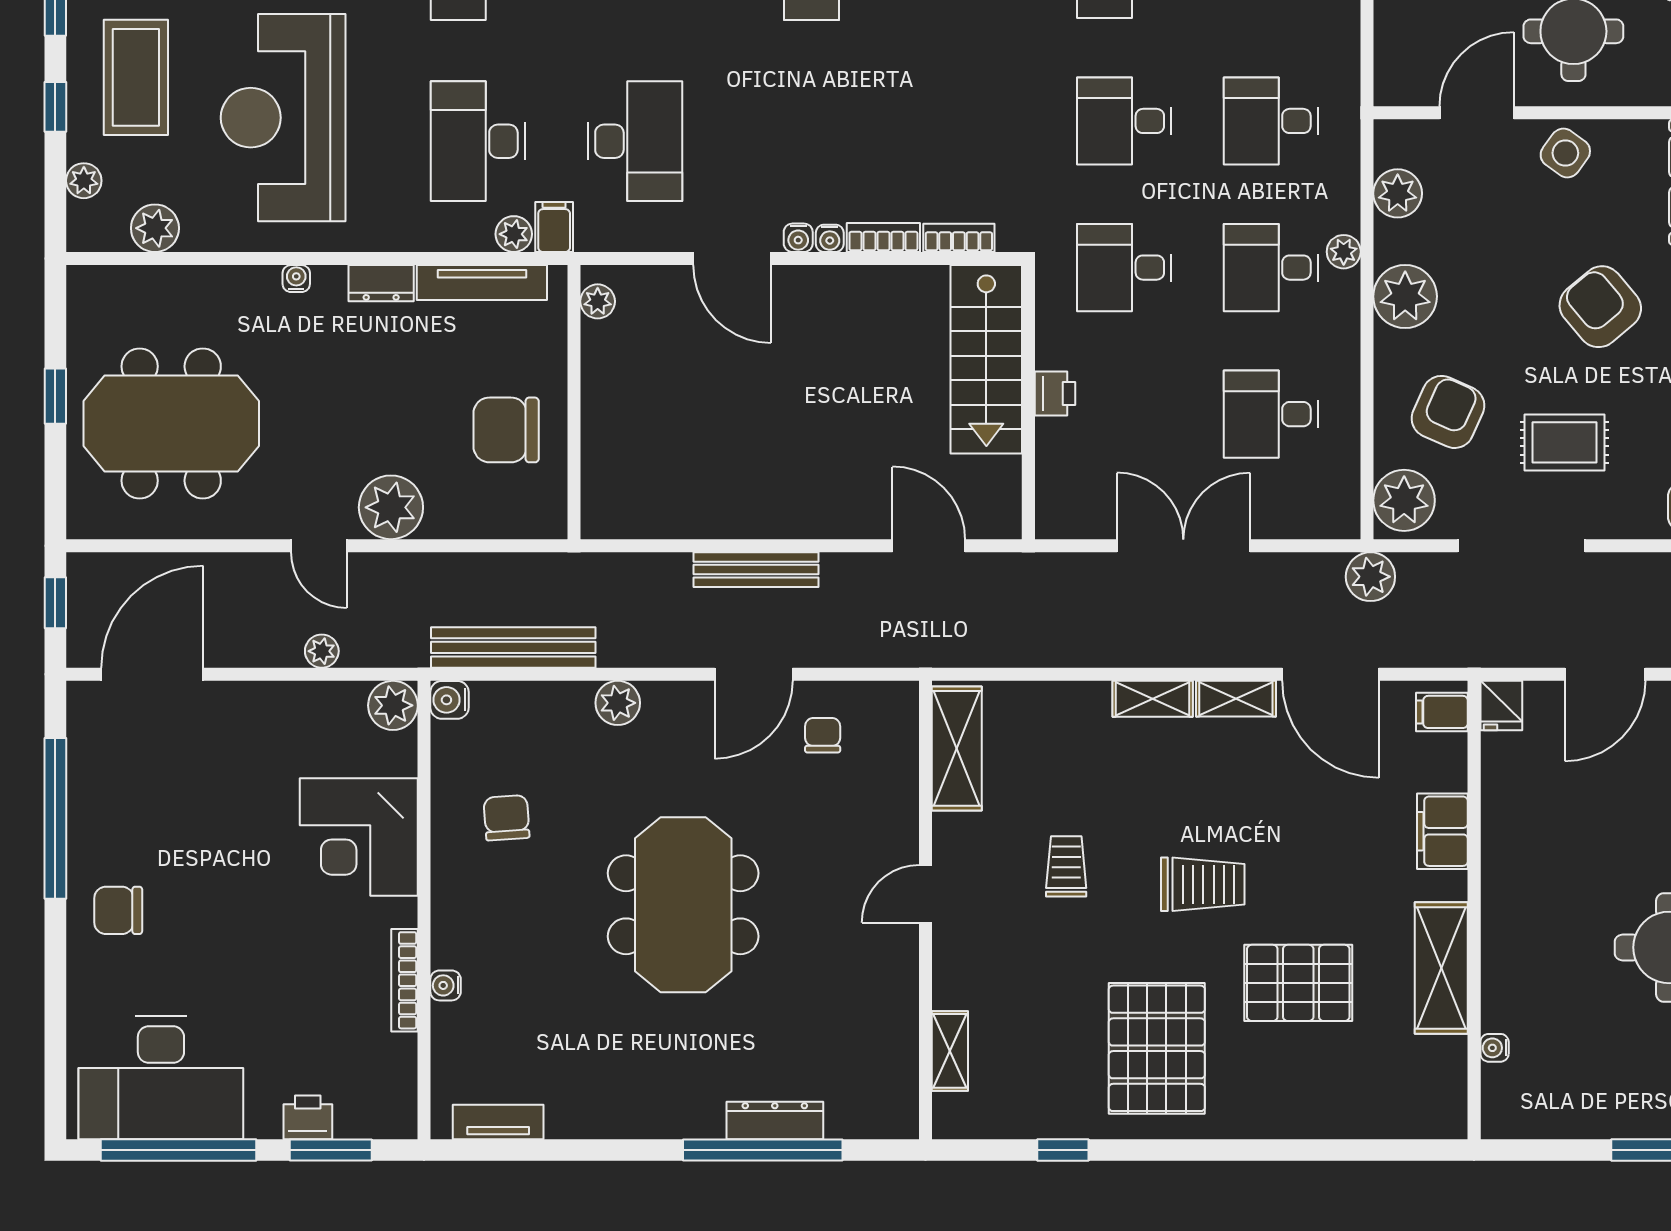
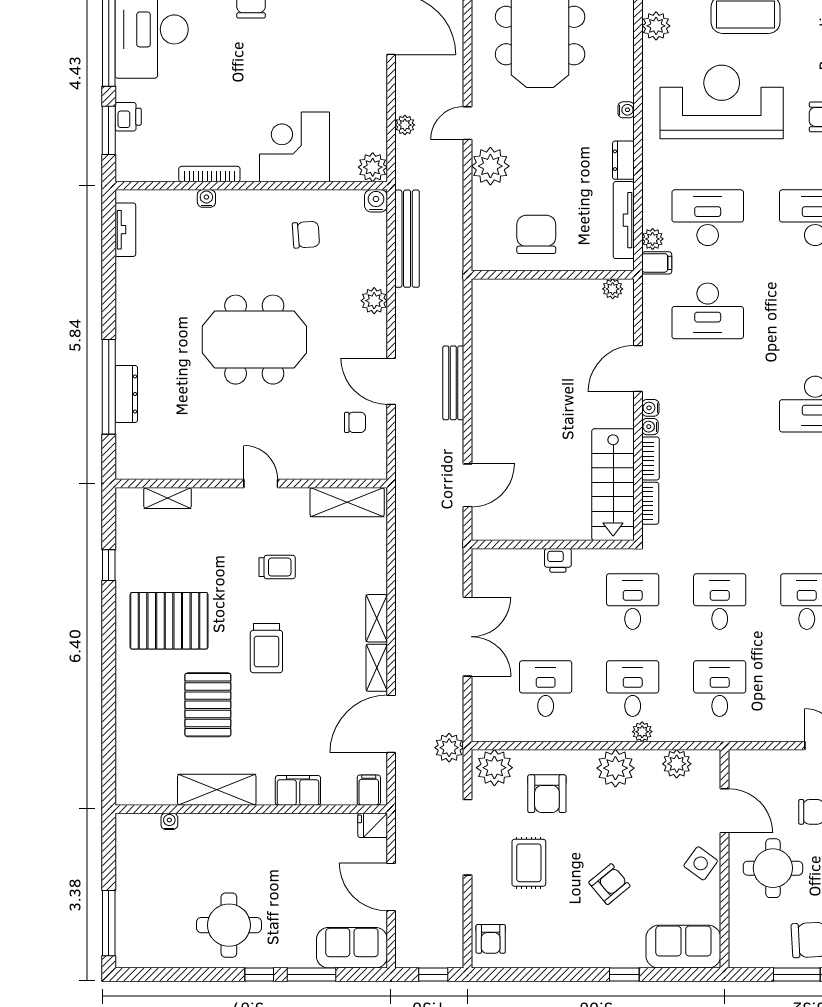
armchair: (1600, 307) -> (609, 884), width x0.72, depth x0.72
stairs: (986, 359) -> (613, 485), moved, turned -90
armchair: (1448, 412) -> (547, 794), turned 66

